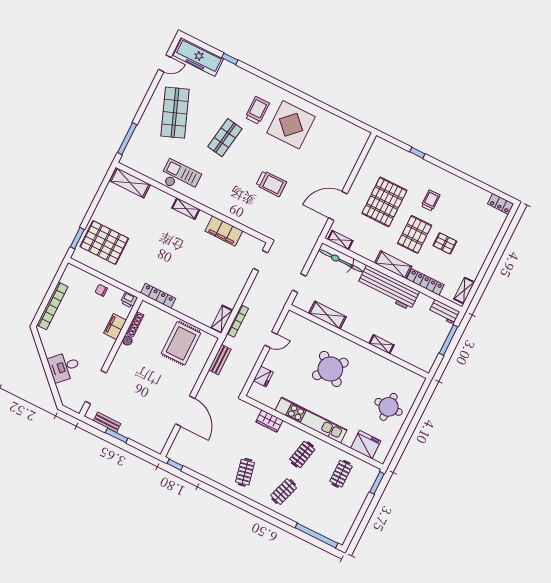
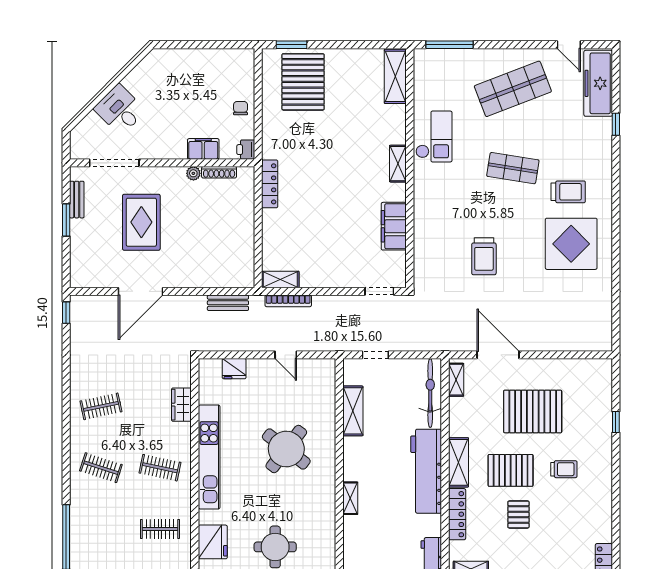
bookcase: (52, 306) -> (190, 56), removed
rug: (181, 343) -> (141, 222), moved, turned 90

